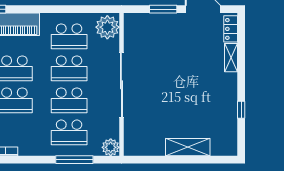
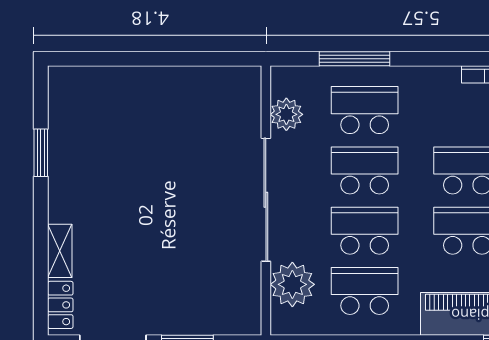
plant: (107, 27) -> (292, 284), moved
window: (241, 110) -> (41, 153), width x1.50
plant: (111, 147) -> (286, 114), moved
shelving: (188, 147) -> (141, 82), removed

